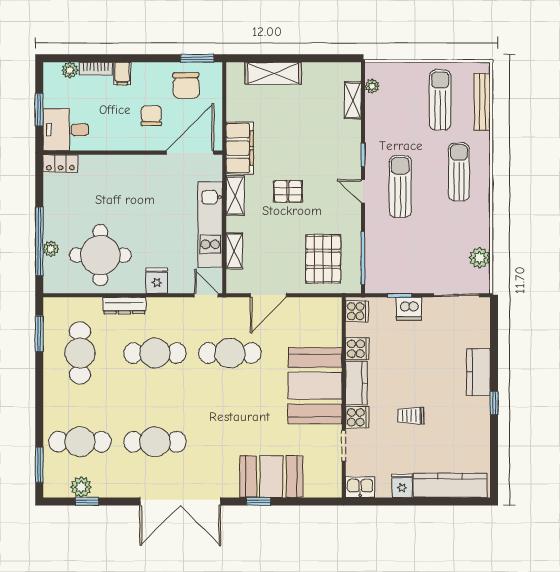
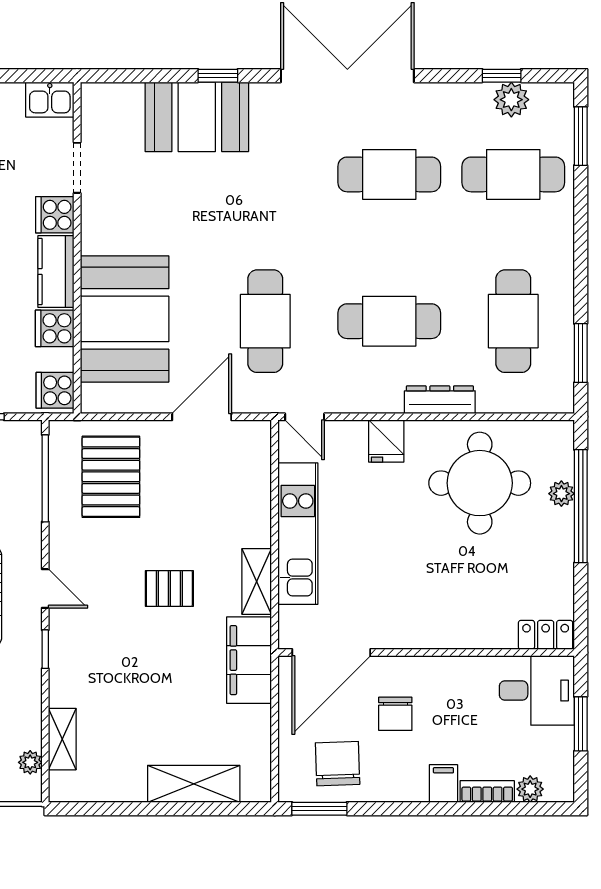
shelving: (234, 251) -> (258, 490), removed
cafe table: (230, 353) -> (265, 321), turned 90
booth: (315, 386) -> (125, 319), moved

